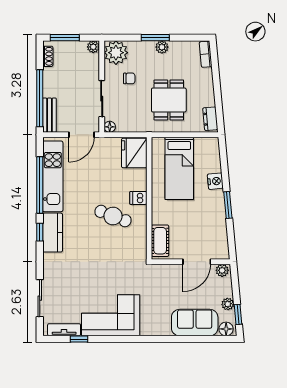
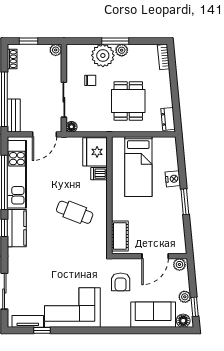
window: (65, 38) -> (28, 41), width x0.67
plant: (116, 53) -> (103, 55), moved
dishwasher: (138, 198) -> (99, 174), moved
armchair: (161, 289) -> (121, 282), added

